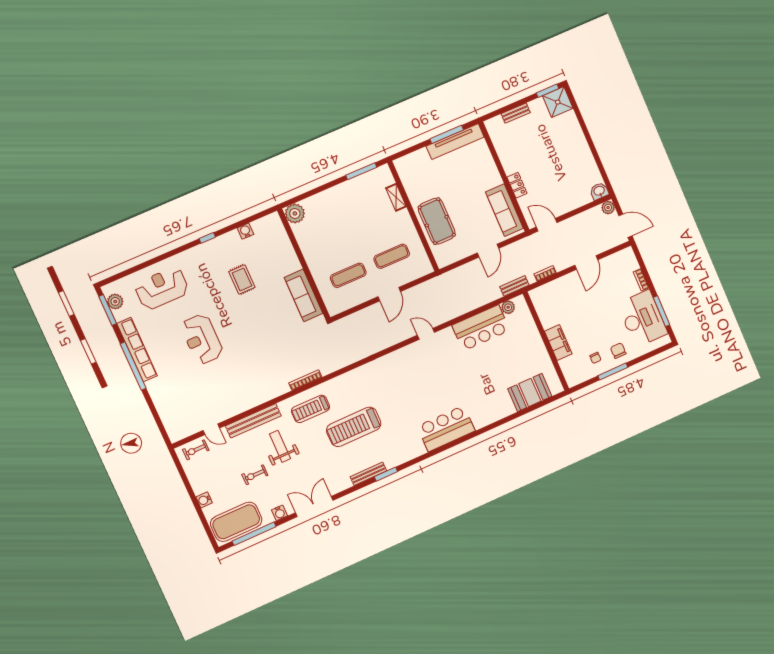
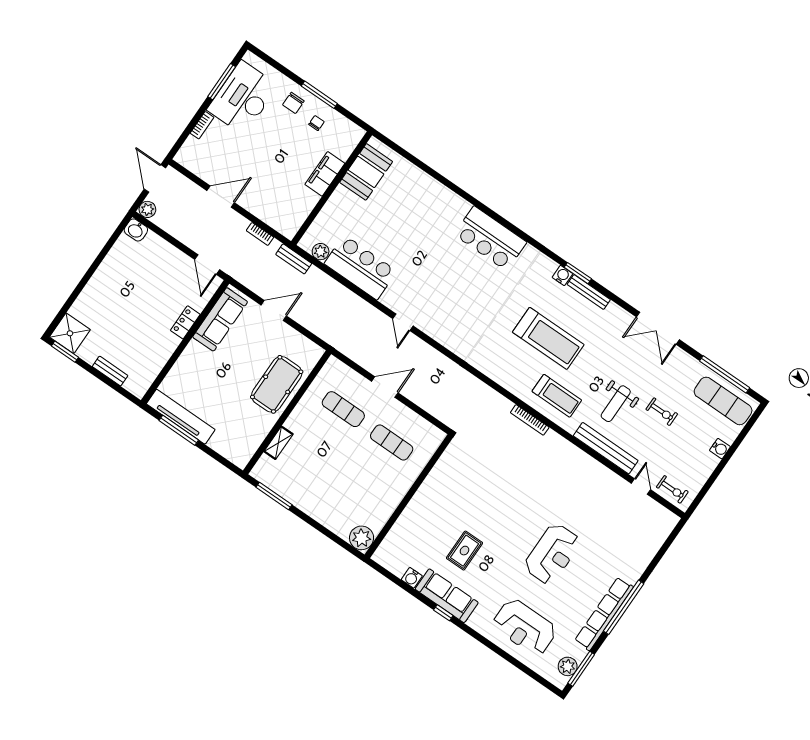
sofa: (304, 295) -> (447, 596), moved, turned -90
booth: (530, 392) -> (366, 172), moved, turned 90
water cooler: (280, 513) -> (562, 275), moved
exercise mat: (236, 522) -> (723, 401), width x0.68

